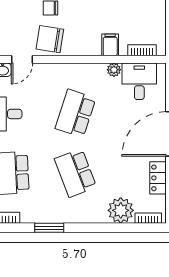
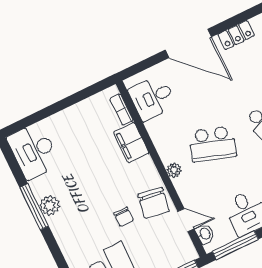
filing cabinet: (110, 45) -> (131, 143), width x2.00
plant: (114, 70) -> (174, 170), moved

